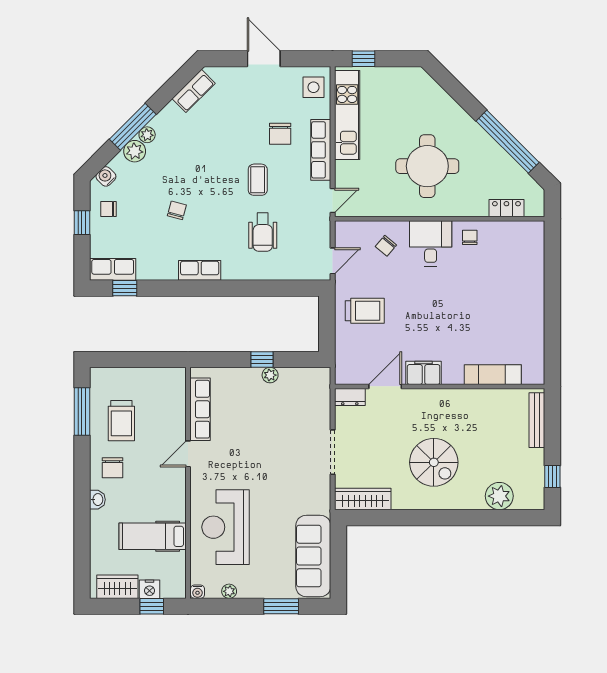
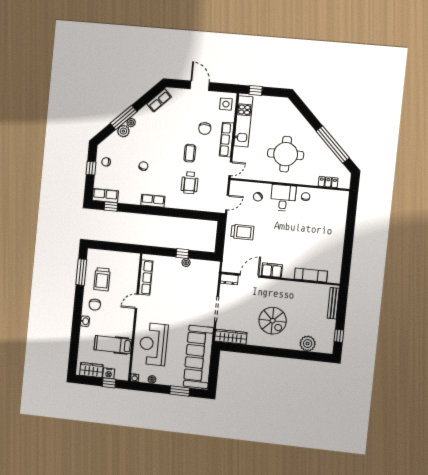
water cooler: (106, 176) -> (106, 144), removed
sofa: (313, 556) -> (198, 357), width x1.36, depth x1.27

